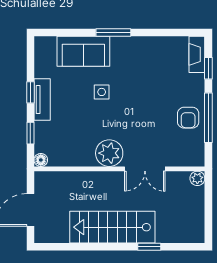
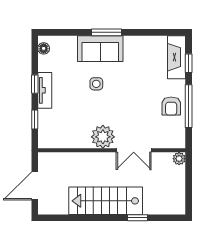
sofa: (83, 51) -> (100, 49), moved
fireplace: (197, 54) -> (177, 57), width x1.37, depth x1.32
floor lamp: (41, 160) -> (44, 48), moved

